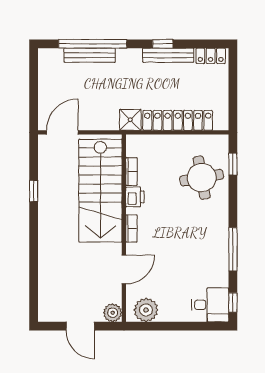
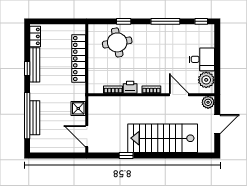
shower: (130, 120) -> (78, 108), moved
window: (233, 164) -> (124, 21), moved
stairs: (100, 191) -> (163, 138), moved, turned 180
desk: (210, 305) -> (202, 59), moved, turned 90

